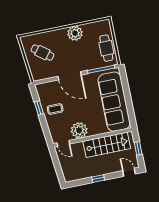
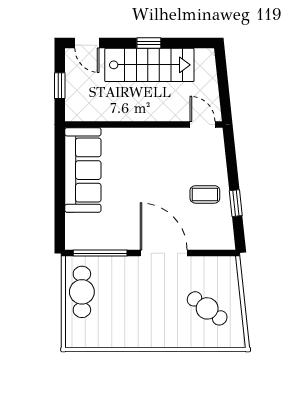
plant: (75, 33) -> (137, 333), removed
sofa: (114, 102) -> (83, 170), width x0.74, depth x0.79
plant: (79, 130) -> (167, 144), removed
stairs: (107, 145) -> (149, 65), moved, turned 180

